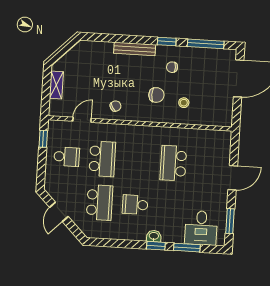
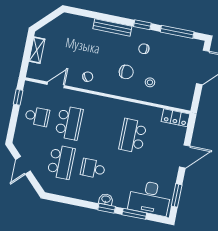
locker: (217, 137) -> (176, 118), added
desk: (201, 228) -> (150, 198), width x1.37

